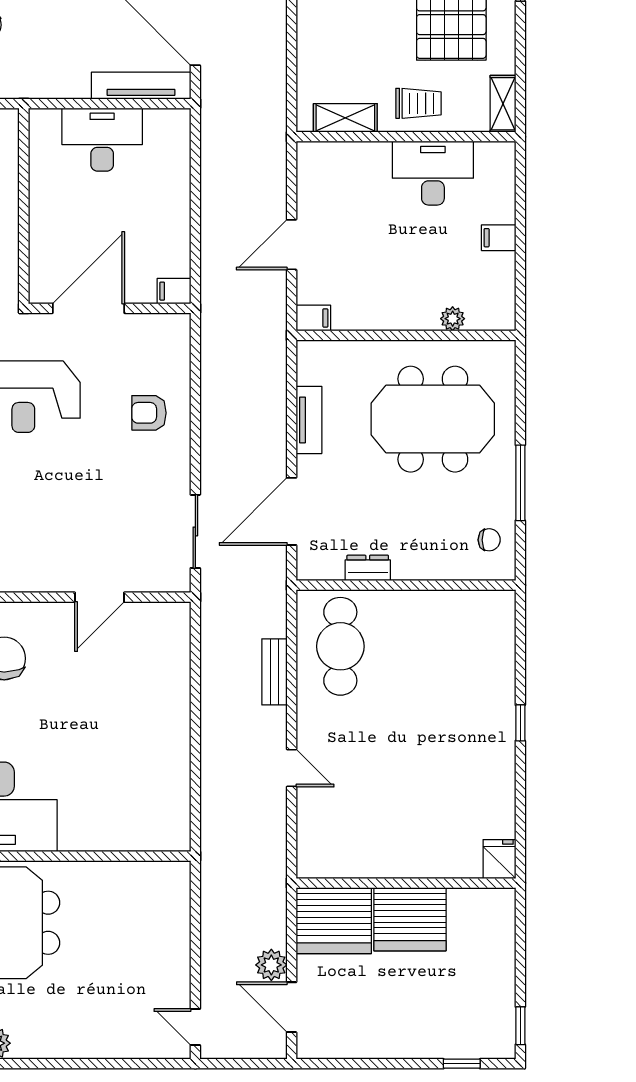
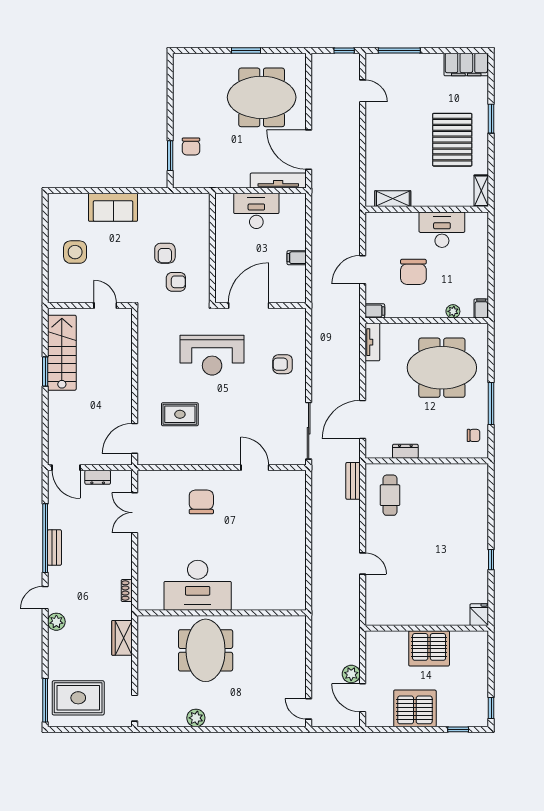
trolley: (418, 103) -> (434, 190), removed
filing cabinet: (499, 238) -> (481, 309), moved, turned 90
chair: (382, 248) -> (413, 272), added
filing cabinet: (174, 291) -> (297, 258), moved
tv unit: (309, 420) -> (372, 342), moved
sliding door: (195, 531) -> (309, 431), width x1.37
door: (100, 597) -> (255, 468), swing flipped
cafe table: (340, 646) -> (390, 495), width x0.73, depth x0.74
bench: (274, 672) -> (353, 481), moved
window: (520, 723) -> (491, 560), moved
server rack: (334, 921) -> (415, 708), moved, turned 180

